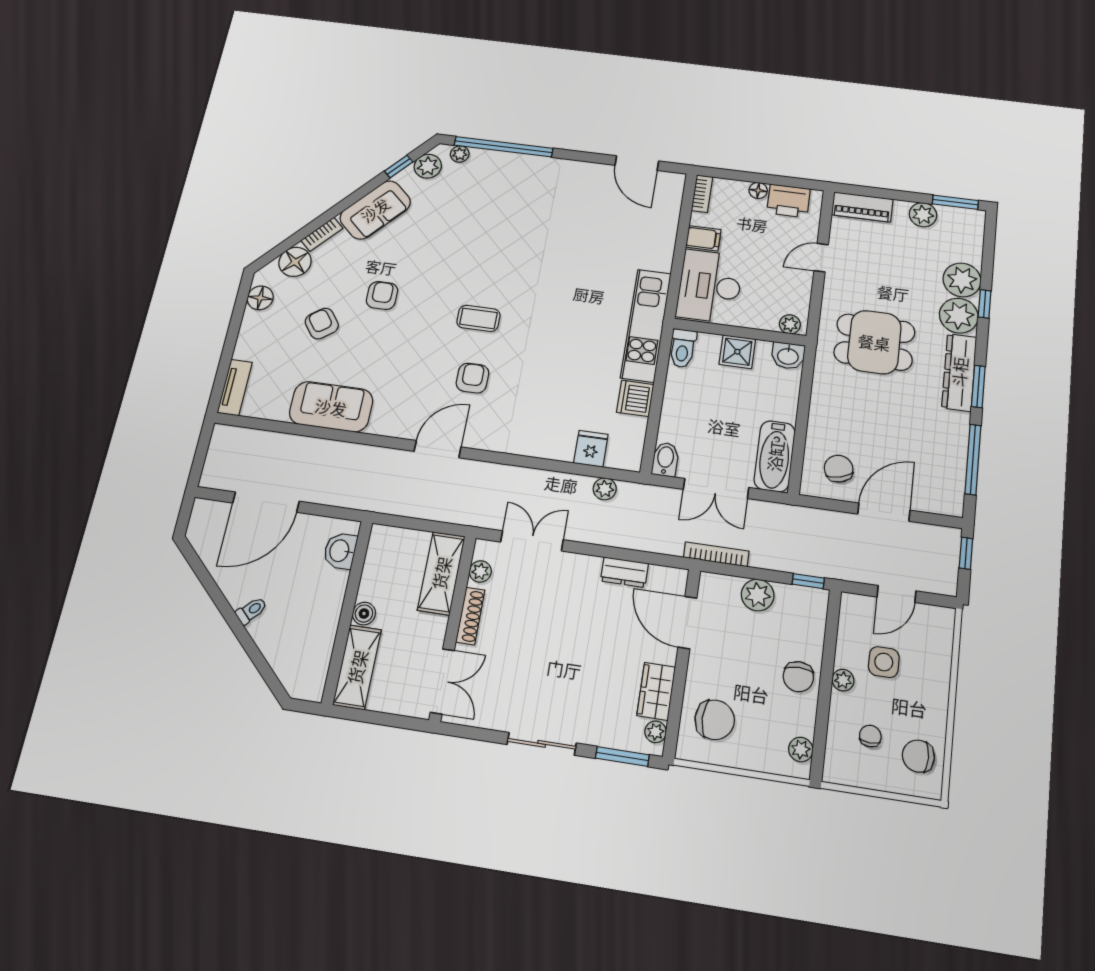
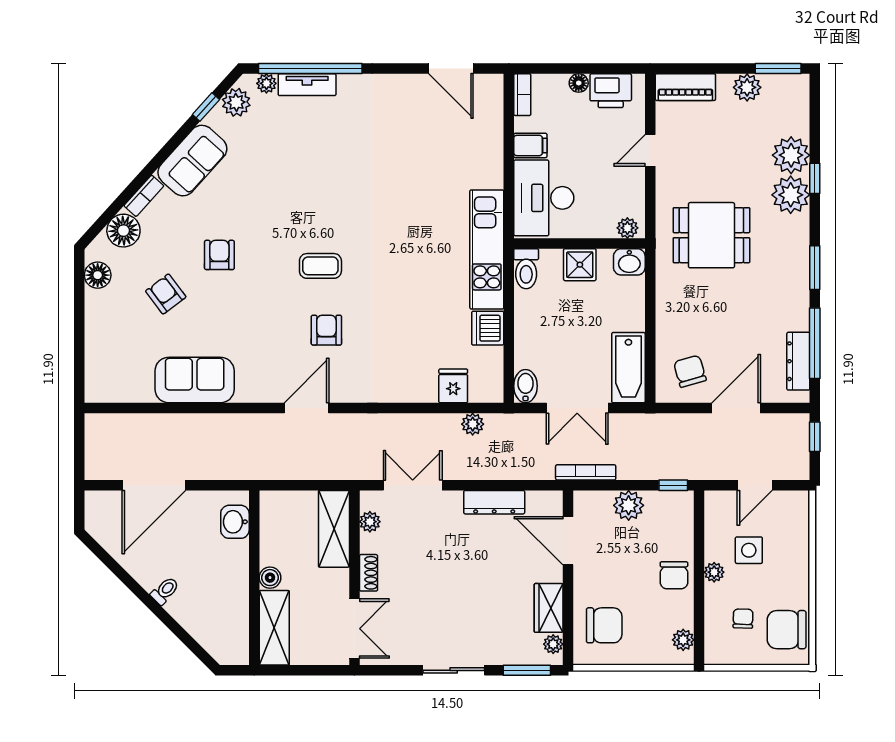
dresser: (959, 372) -> (798, 361), moved, width x0.73, depth x0.80
tv unit: (235, 388) -> (307, 85), moved, turned 90
dresser: (624, 572) -> (494, 502), width x1.44
shoe rack: (470, 616) -> (369, 573), width x0.70
chair: (918, 756) -> (787, 630), width x1.37, depth x1.37

